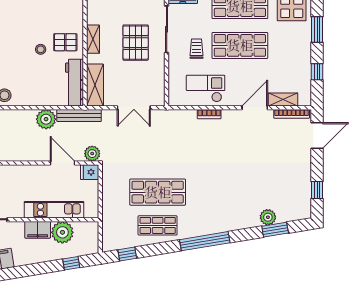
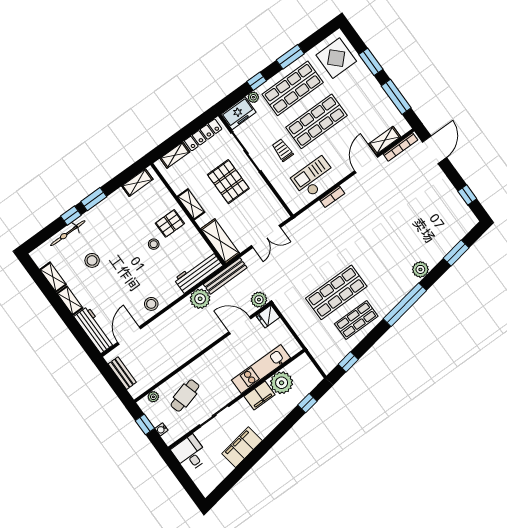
window: (317, 72) -> (396, 97), width x2.17
workbench: (75, 83) -> (198, 272), moved, turned 90
plant: (268, 217) -> (420, 269), moved

